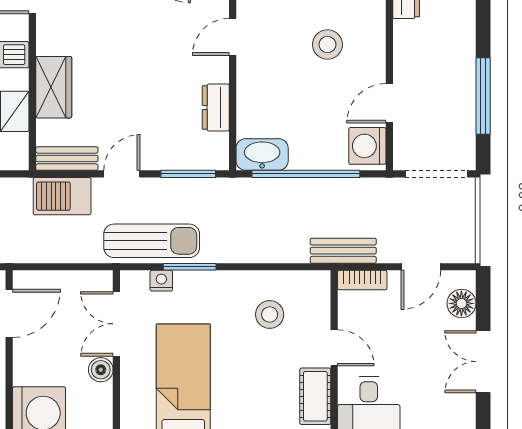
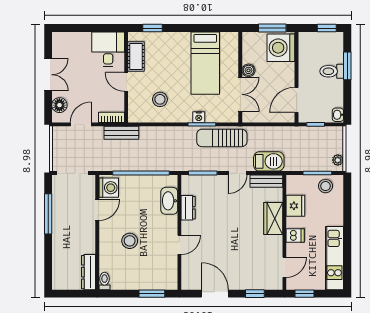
washbasin: (262, 154) -> (169, 201), moved, turned 90
nightstand: (161, 281) -> (199, 117), moved

